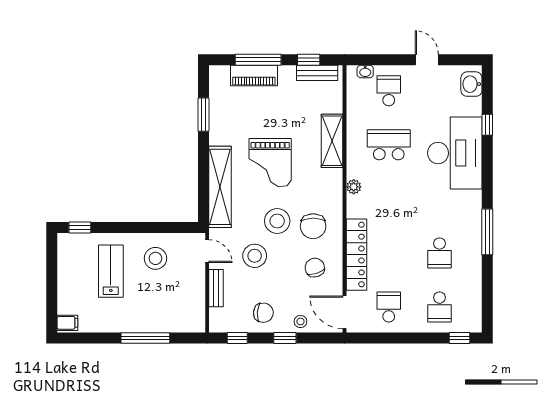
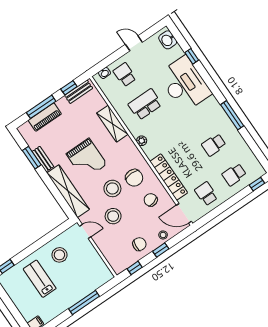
school desk: (440, 253) -> (214, 145), turned 90
bench: (216, 288) -> (43, 159), moved
school desk: (440, 307) -> (234, 175), turned 90

